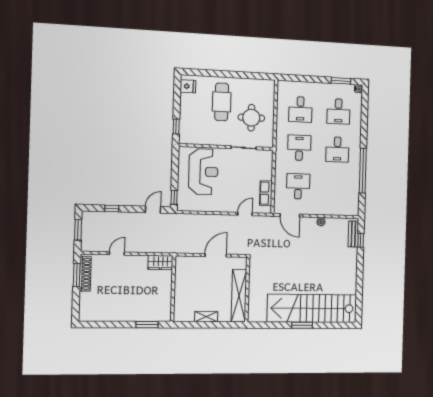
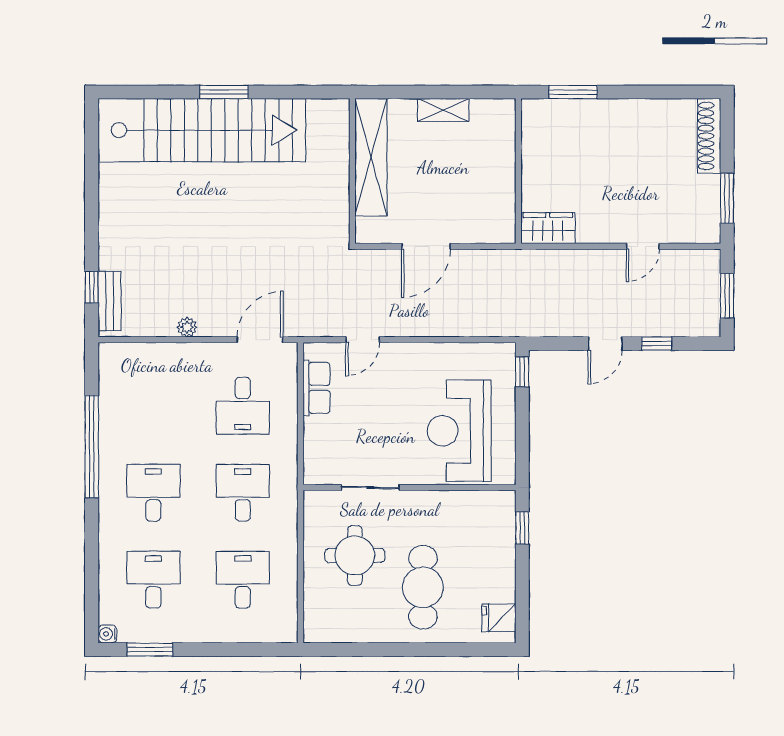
desk: (299, 148) -> (243, 493), turned 180
door: (153, 210) -> (605, 344), moved
door: (290, 215) -> (260, 340), hinge flipped
shoe rack: (85, 274) -> (709, 136), moved

